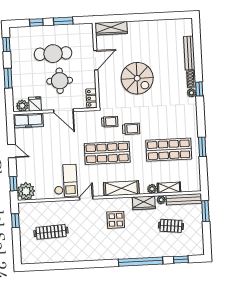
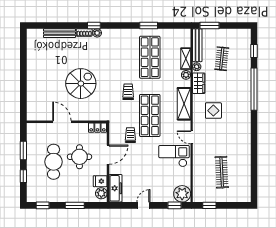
wardrobe: (111, 28) -> (32, 106), removed
trolley: (110, 122) -> (130, 135), moved

